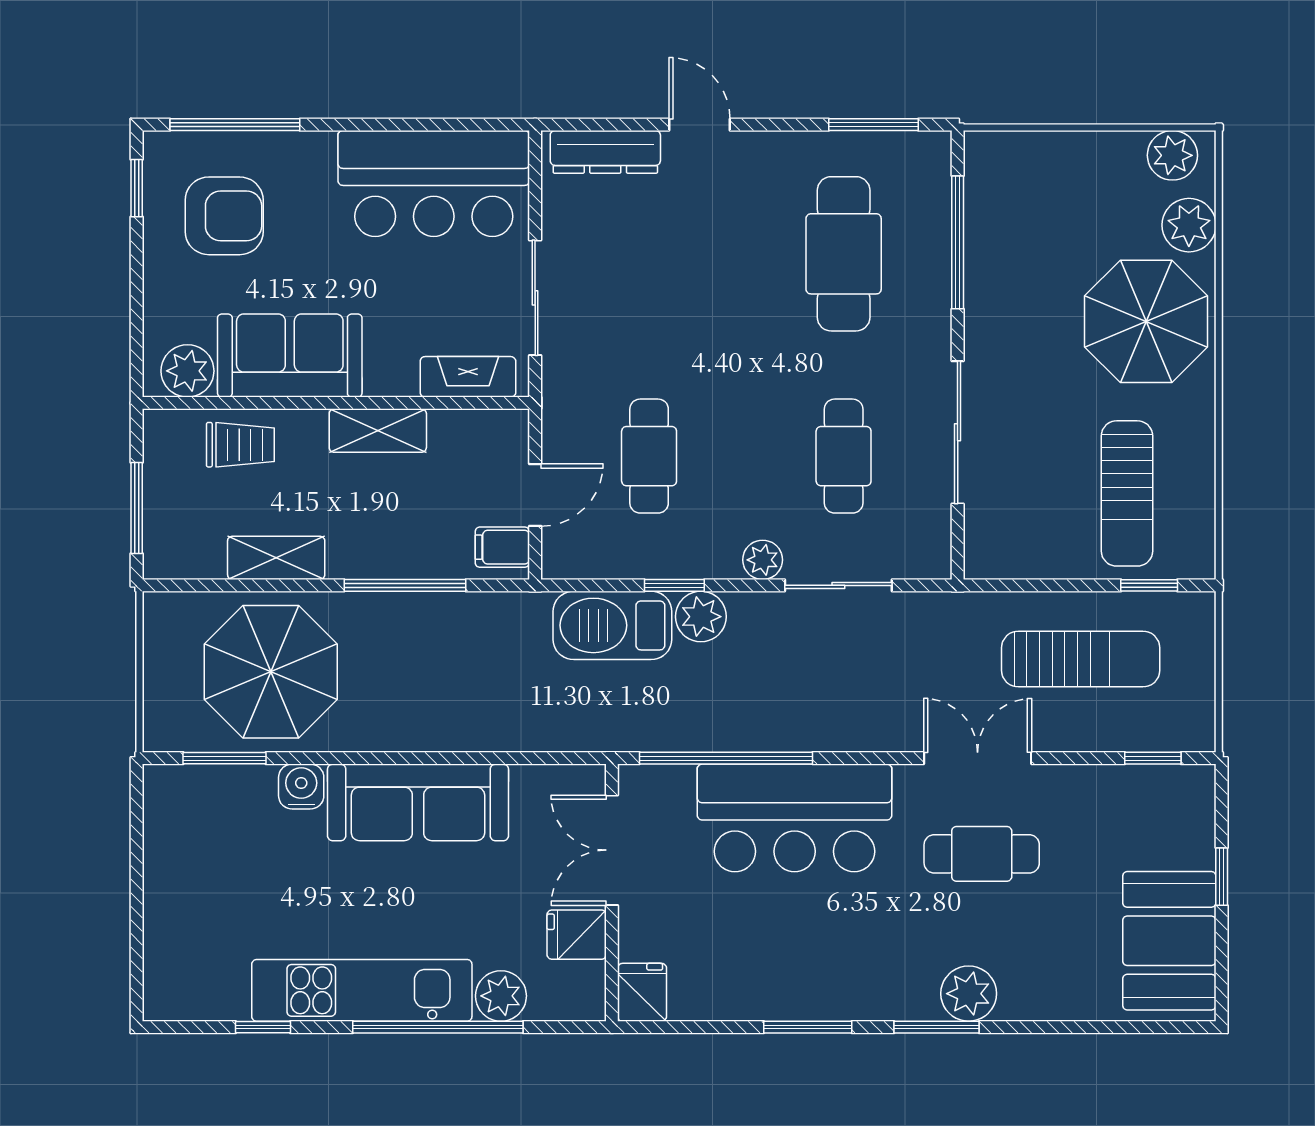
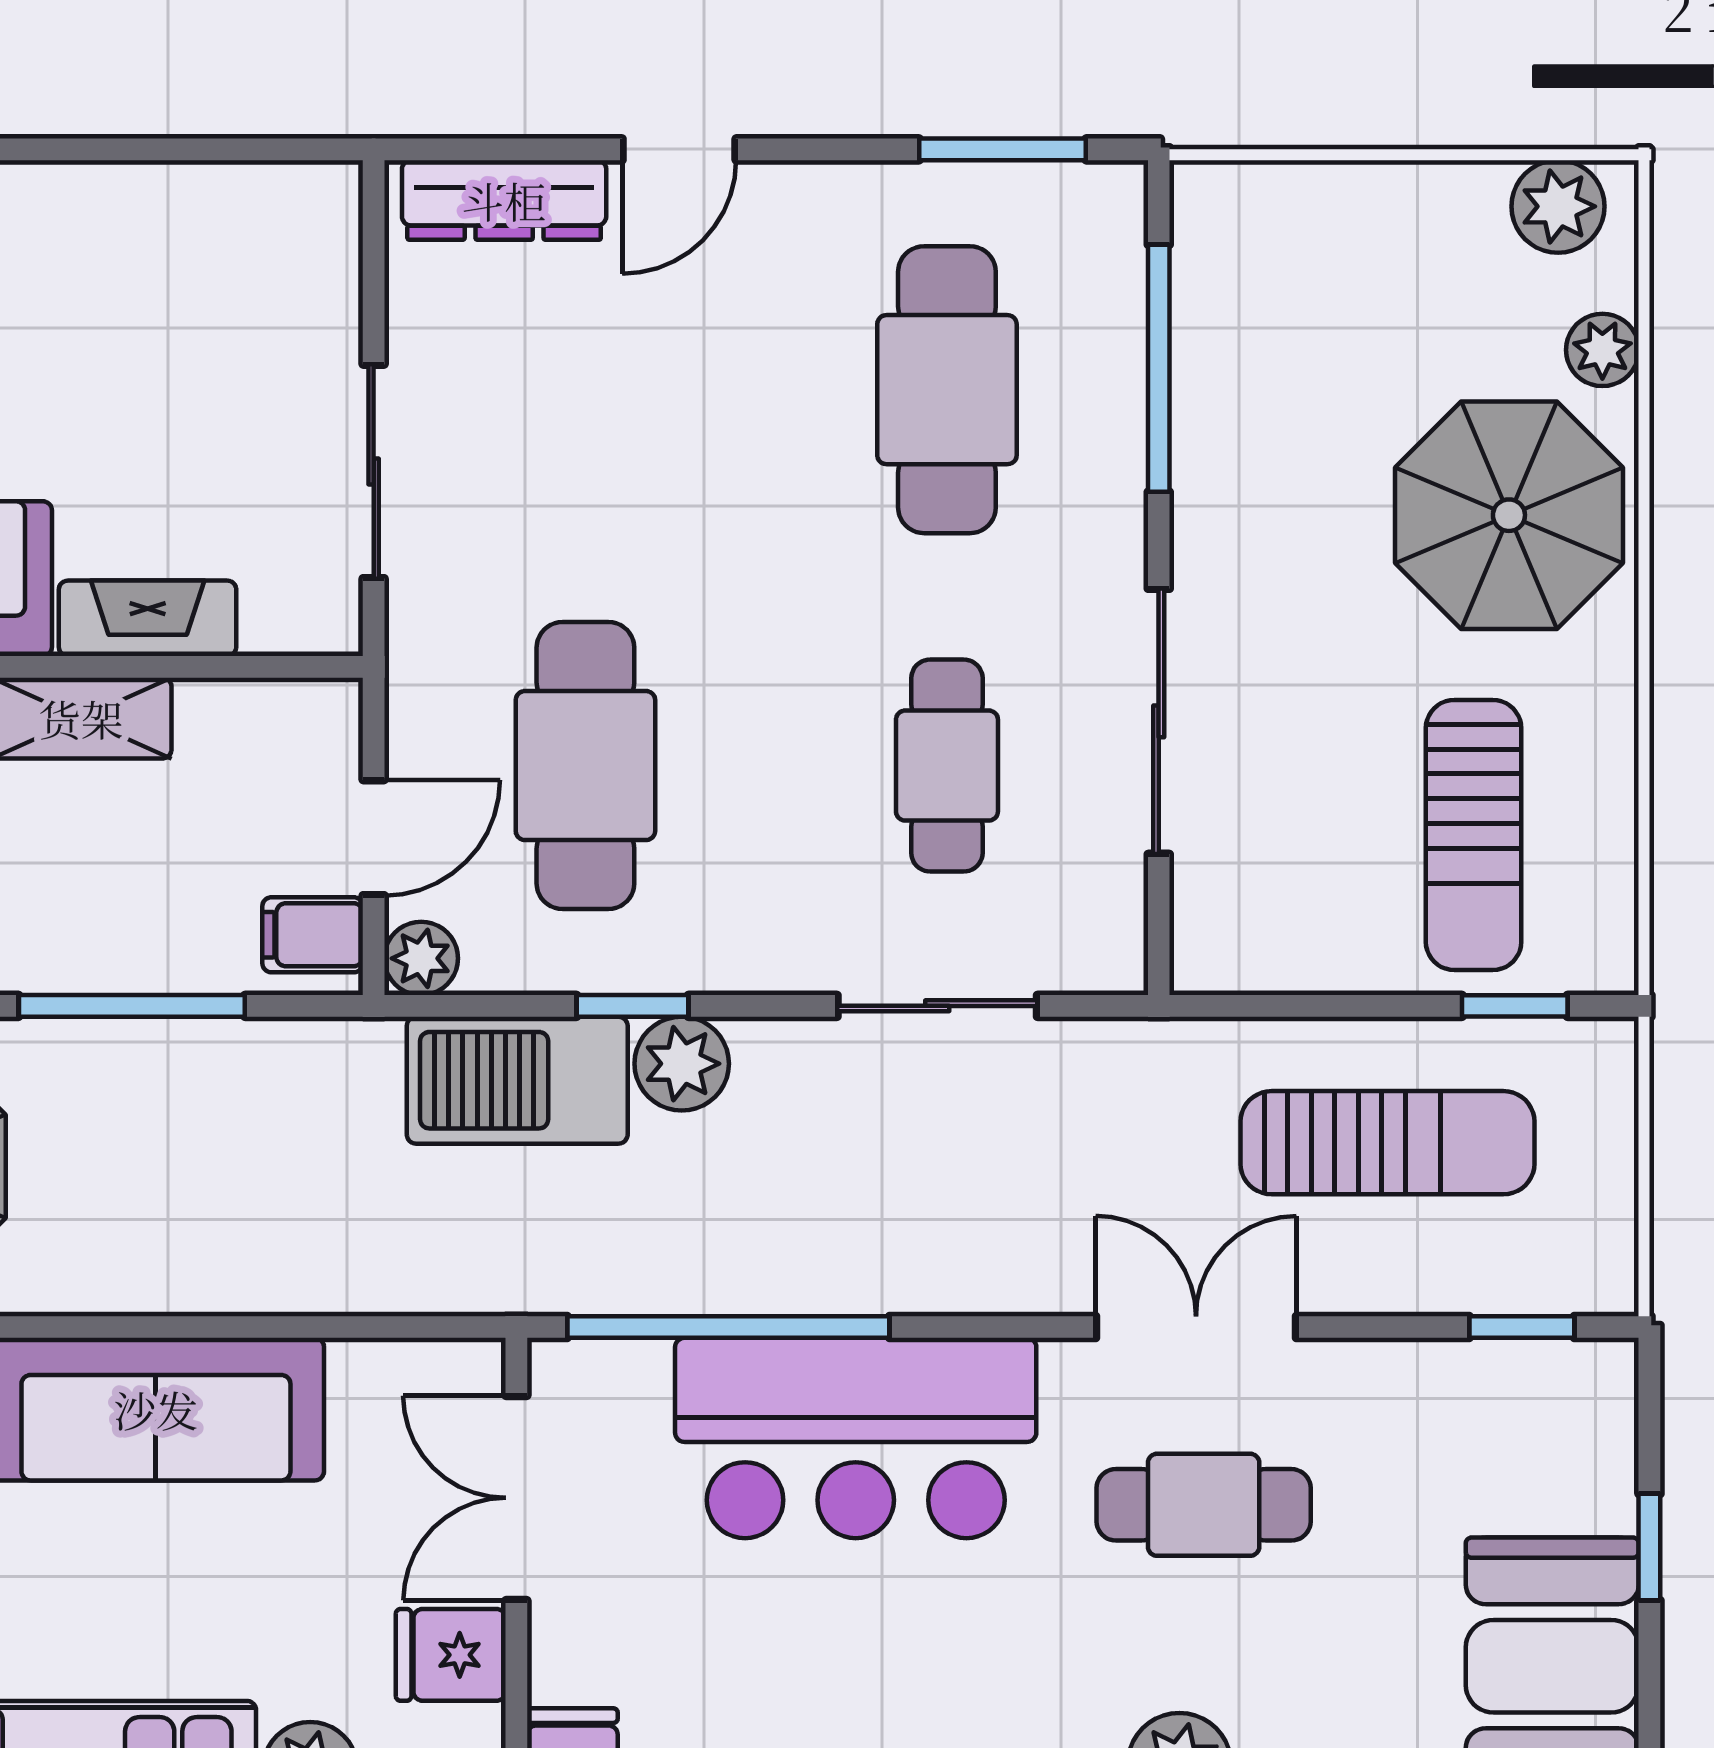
door: (699, 125) -> (679, 149), swing flipped
bar counter: (434, 183) -> (185, 259), removed
plant: (1189, 225) -> (1602, 350), width x0.73, depth x0.73
fireplace: (468, 377) -> (148, 618), moved
cafe table: (649, 456) -> (585, 766), width x1.37, depth x1.35
plant: (763, 560) -> (421, 958), moved

